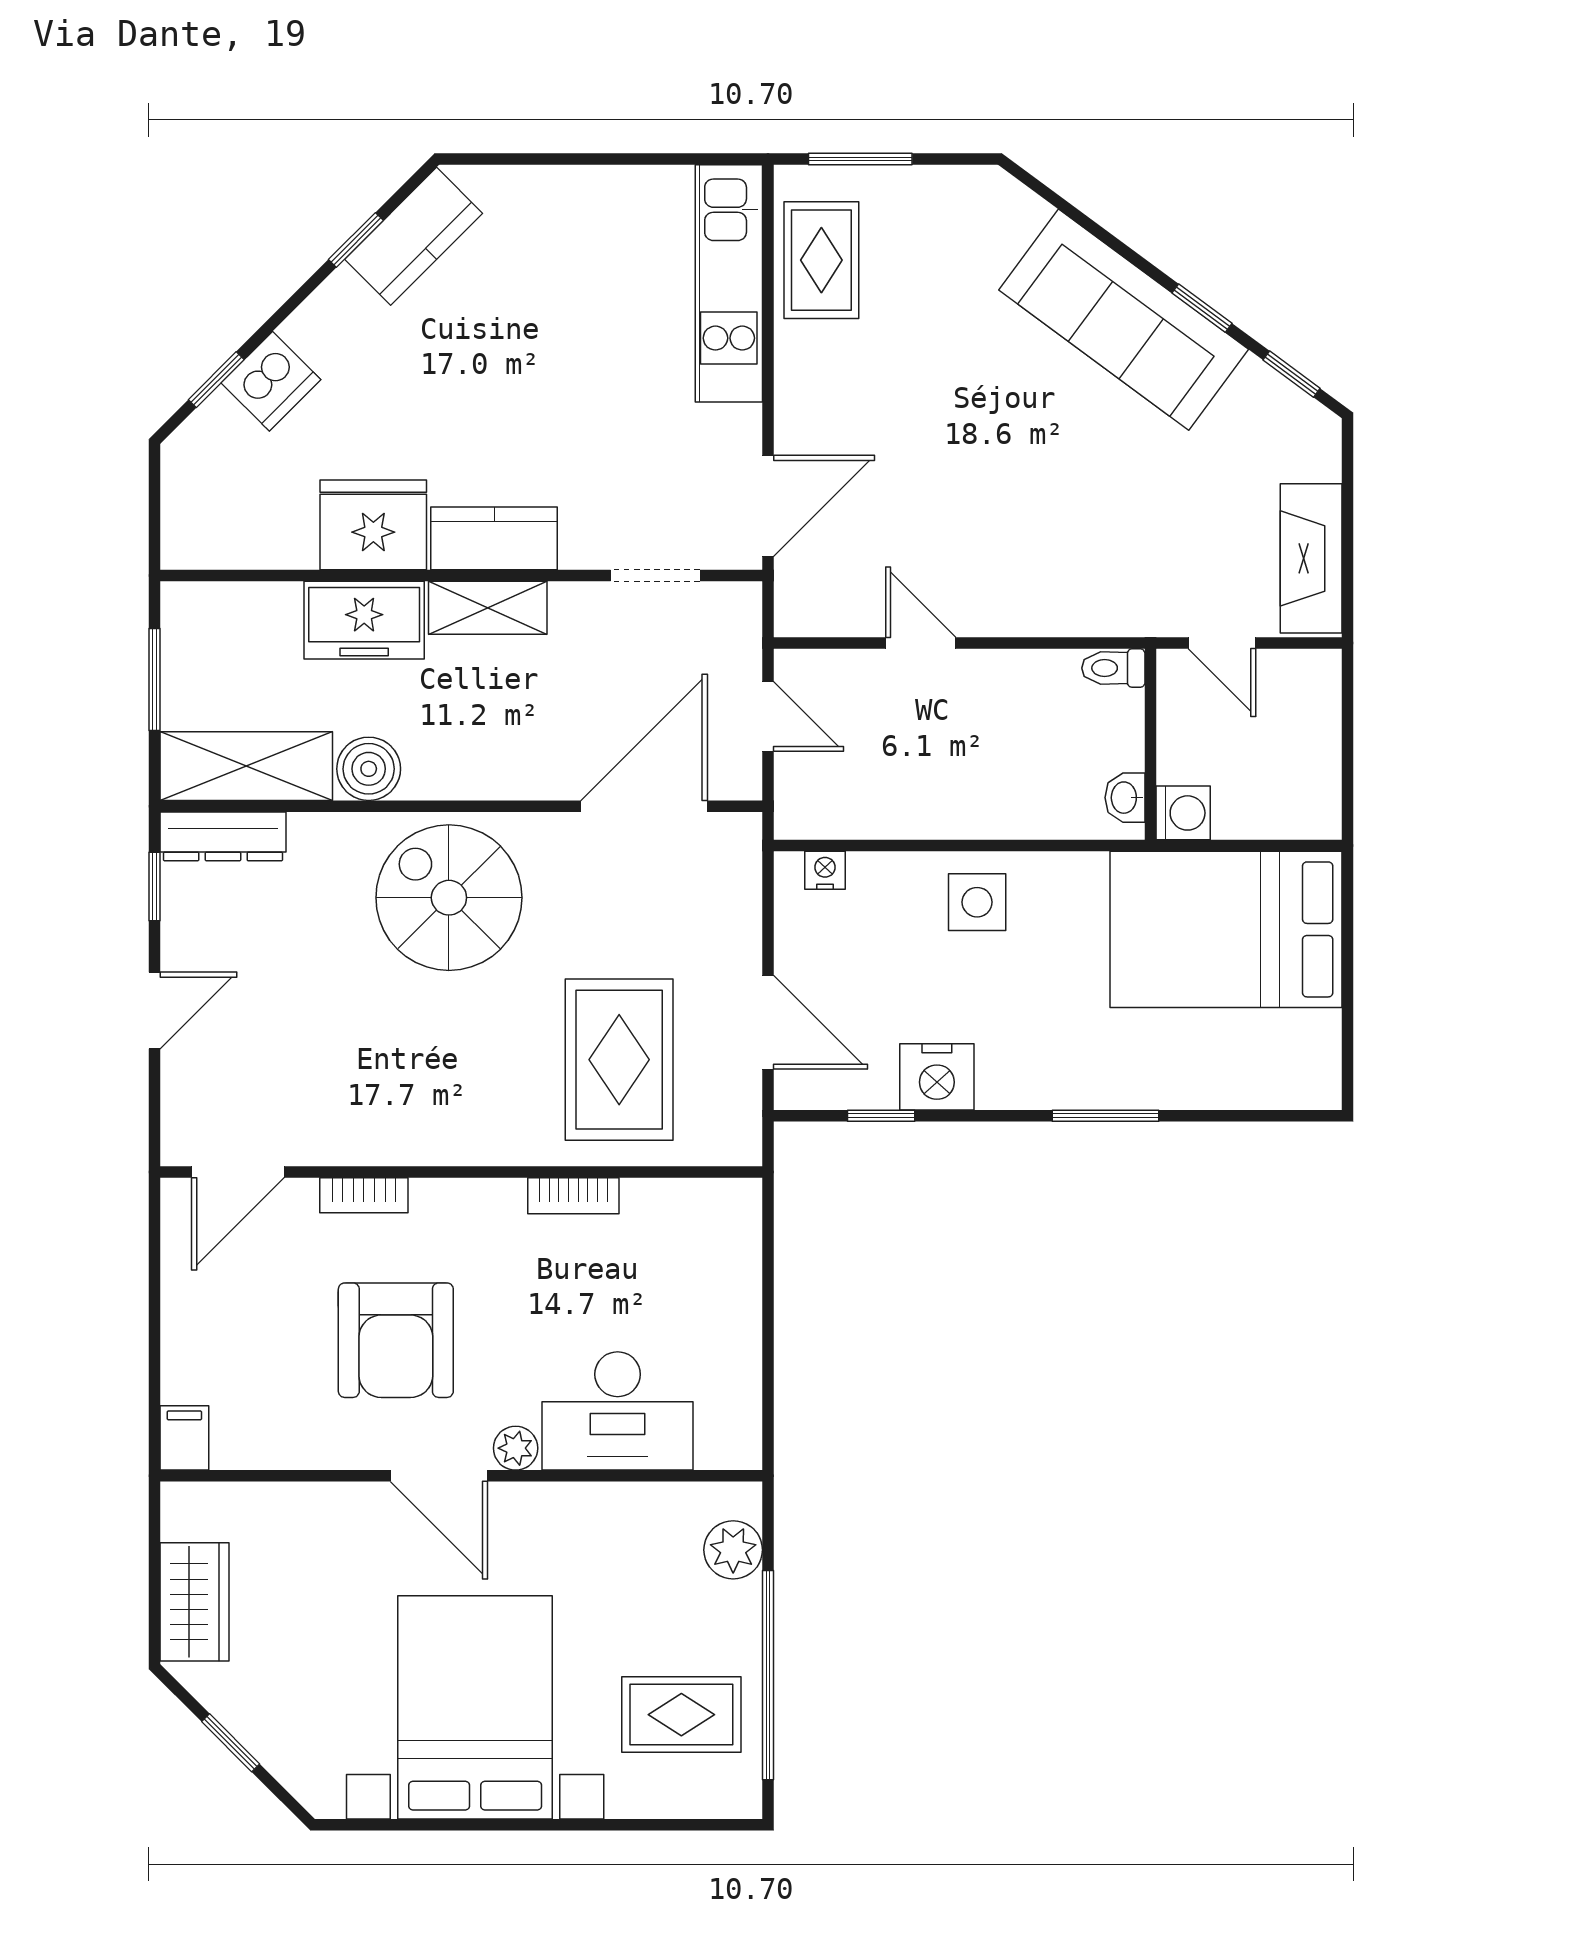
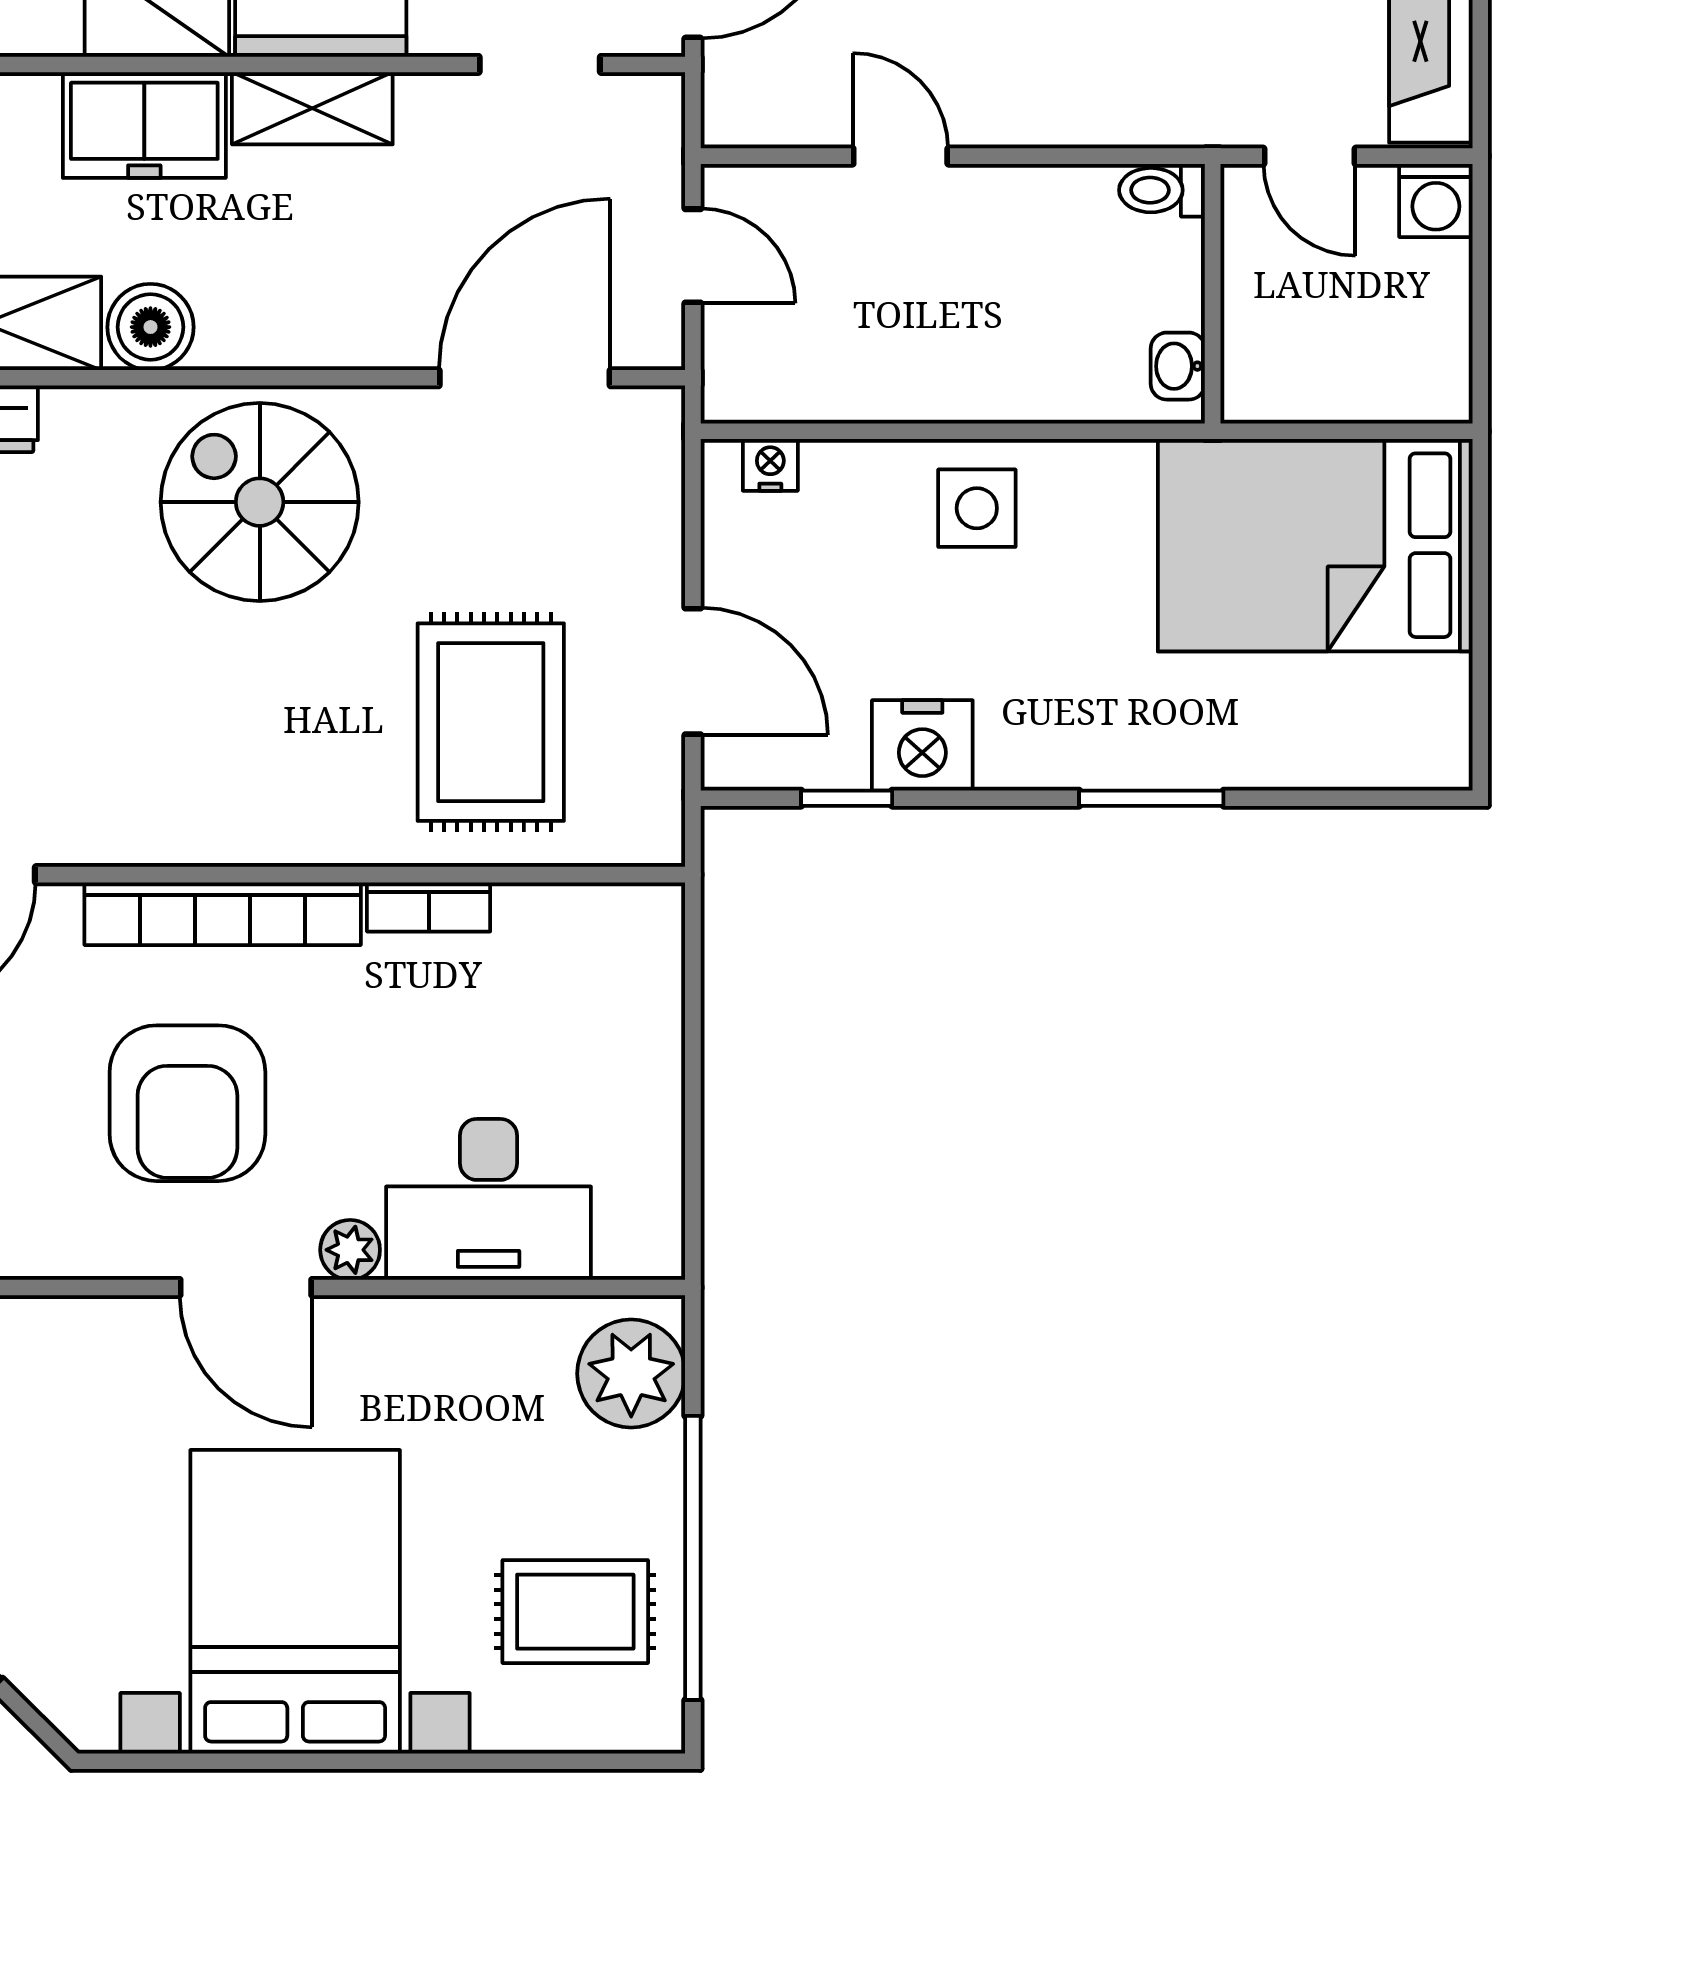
washing machine: (1183, 813) -> (1436, 200), moved, turned 90
bookcase: (364, 1195) -> (223, 914), width x2.31, depth x1.31
plant: (733, 1550) -> (631, 1374), width x1.36, depth x1.36

